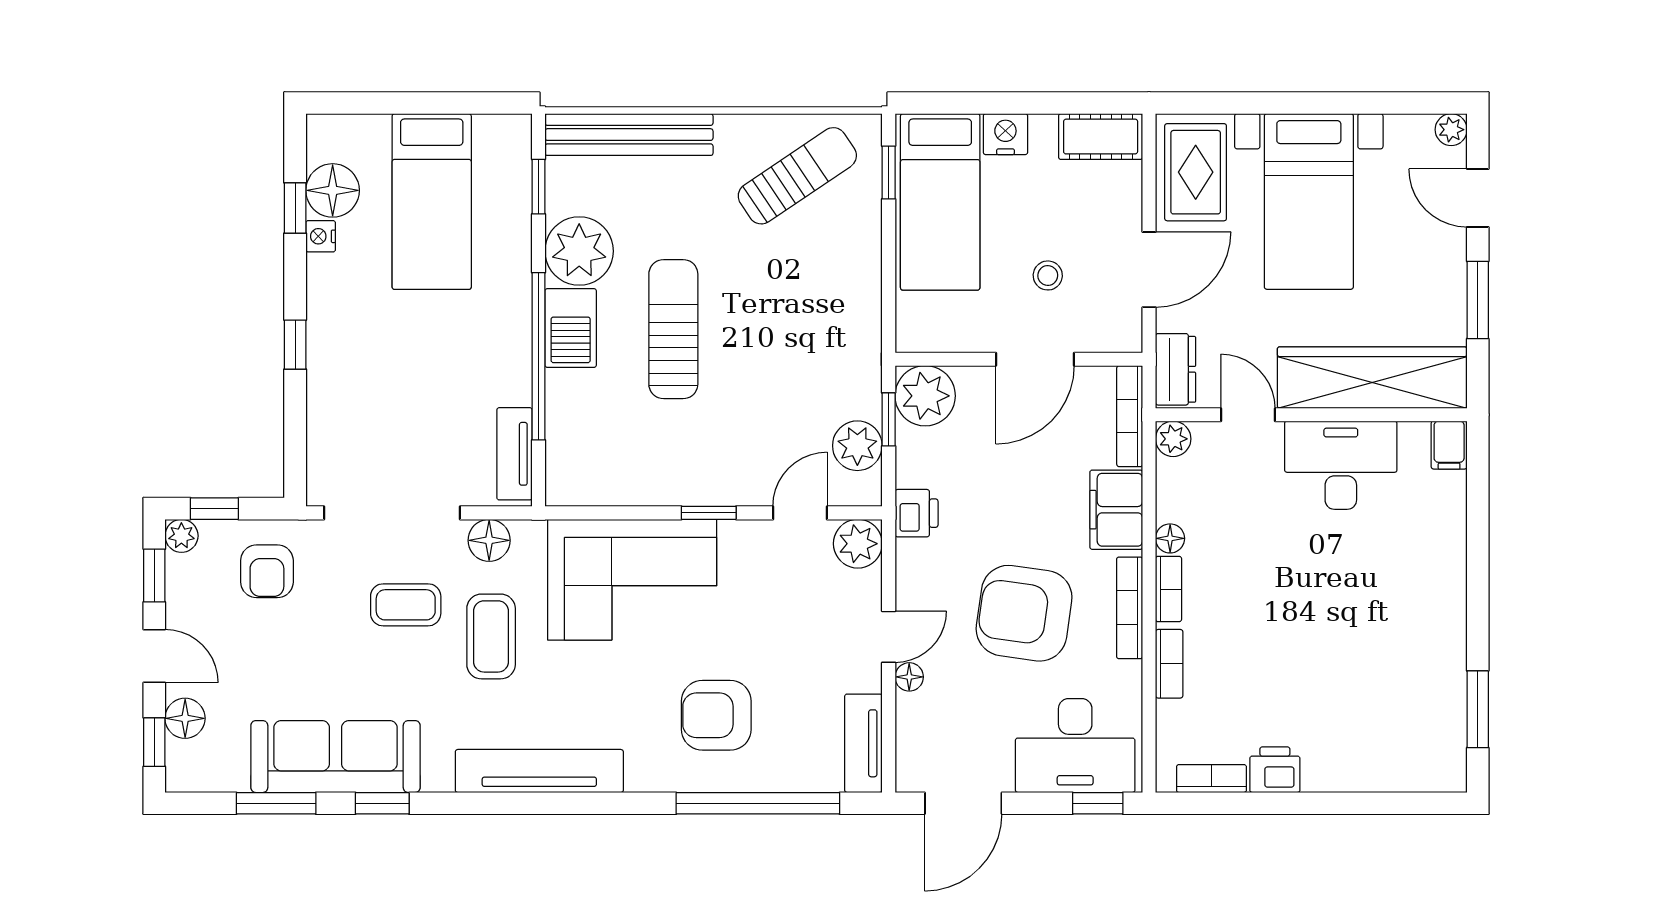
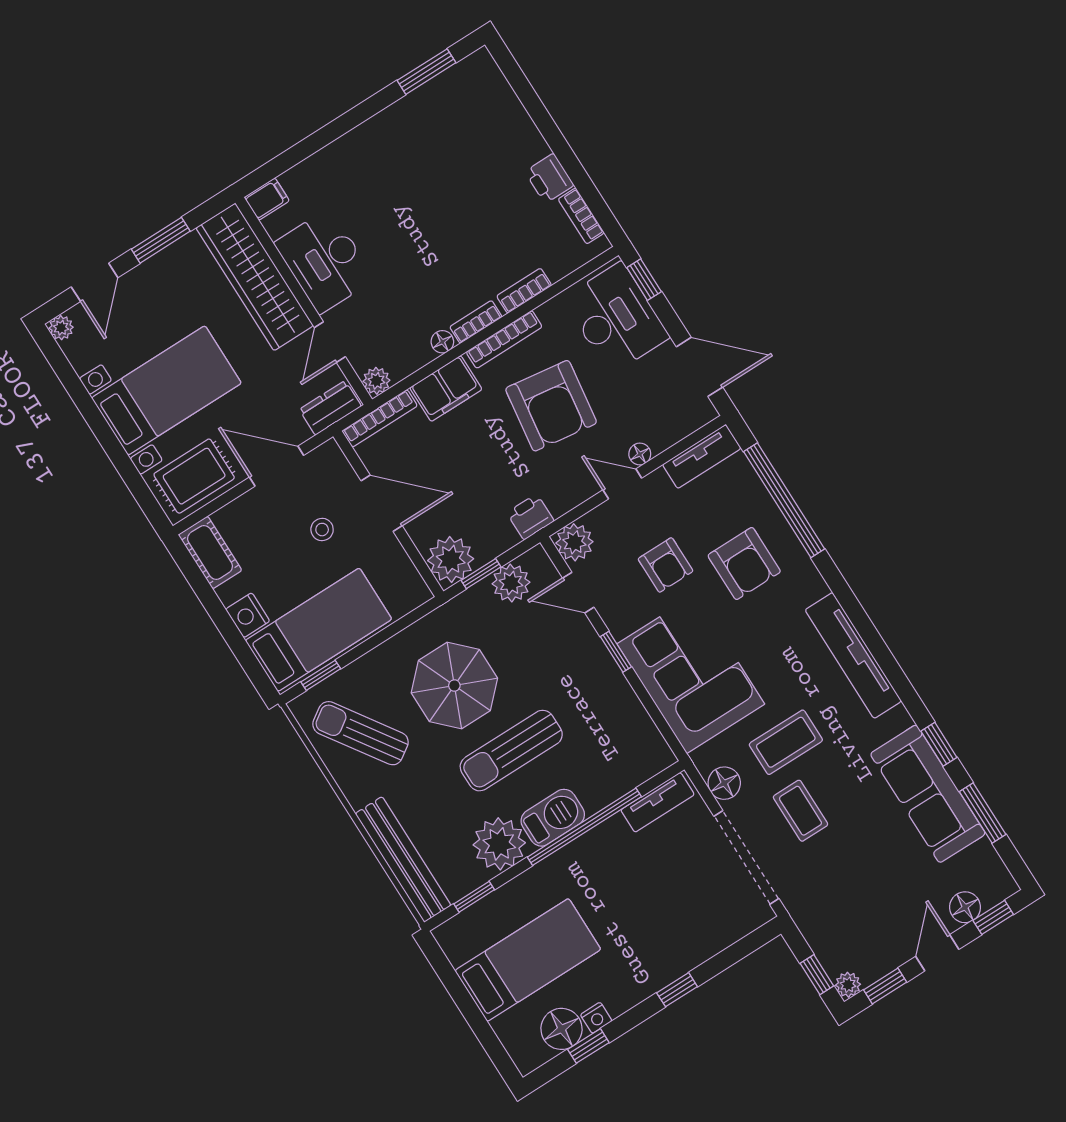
parasol: (784, 312) -> (454, 686), added
armchair: (267, 571) -> (666, 565), moved, turned 90

